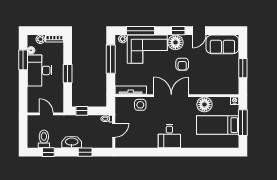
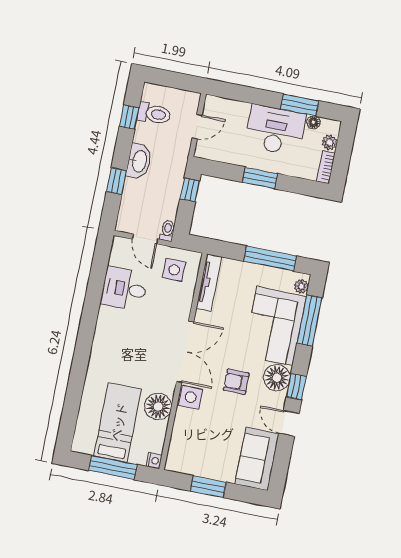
side table: (196, 88) -> (191, 397), added
side table: (140, 105) -> (174, 270), moved
desk: (169, 136) -> (124, 289), moved

